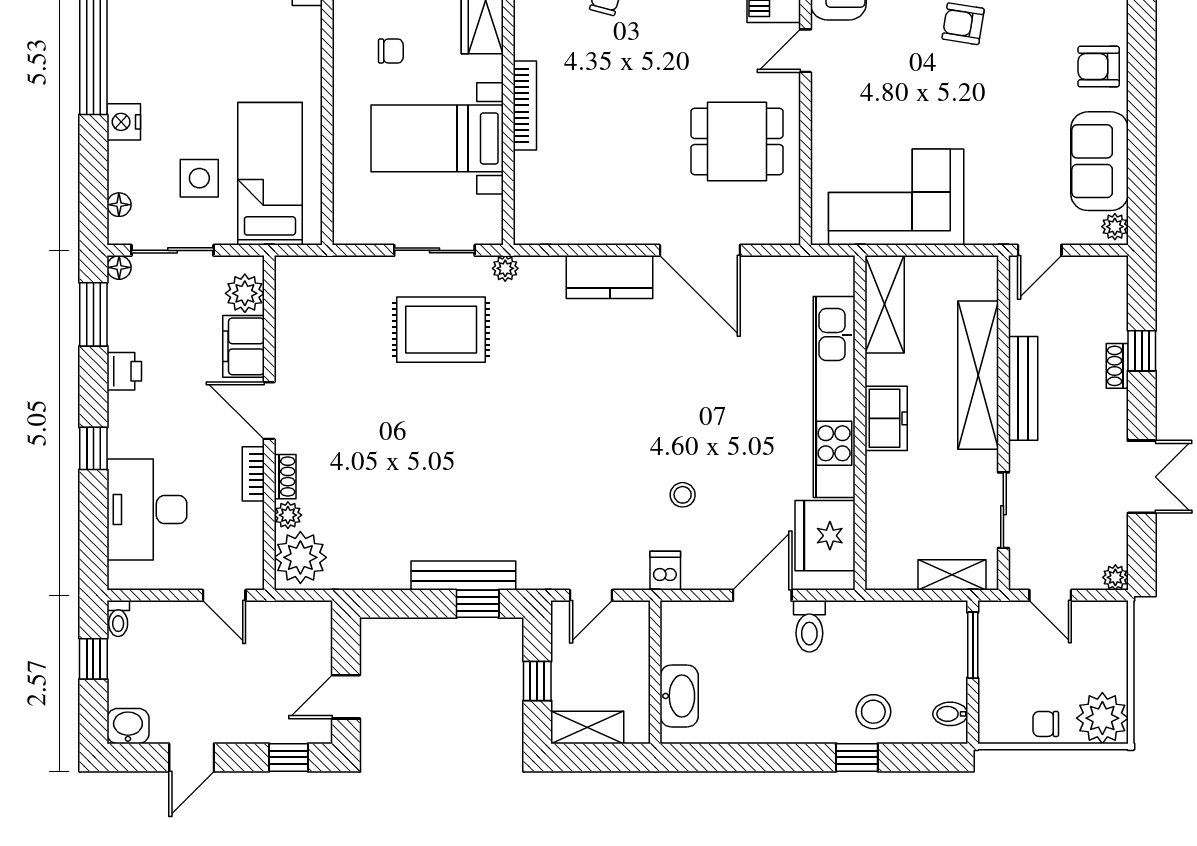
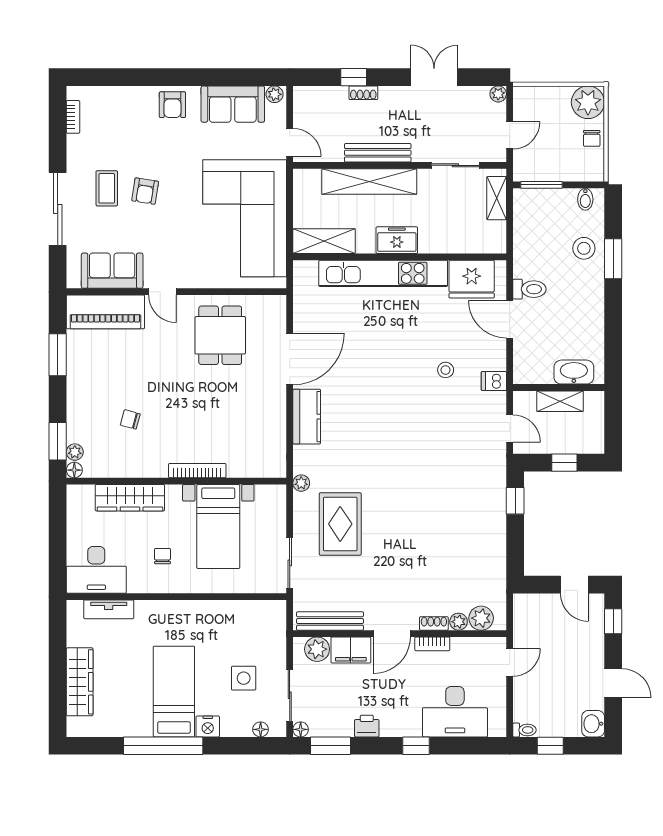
bed: (270, 174) -> (174, 692), moved, turned 90
corner sofa: (896, 197) -> (245, 218), width x1.36, depth x1.36
sliding door: (434, 250) -> (290, 563), moved
plant: (300, 557) -> (481, 618), width x0.73, depth x0.73
bench: (463, 576) -> (330, 621), moved, turned 90
shelving: (587, 727) -> (560, 401), moved, turned 90
window: (857, 757) -> (613, 259), width x1.50

